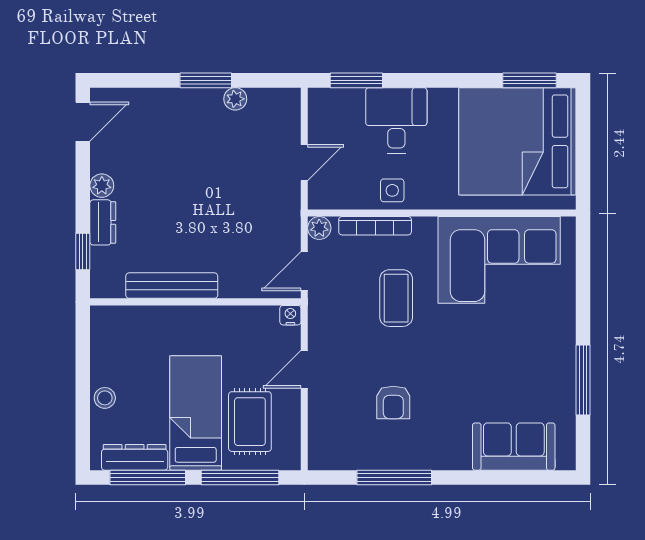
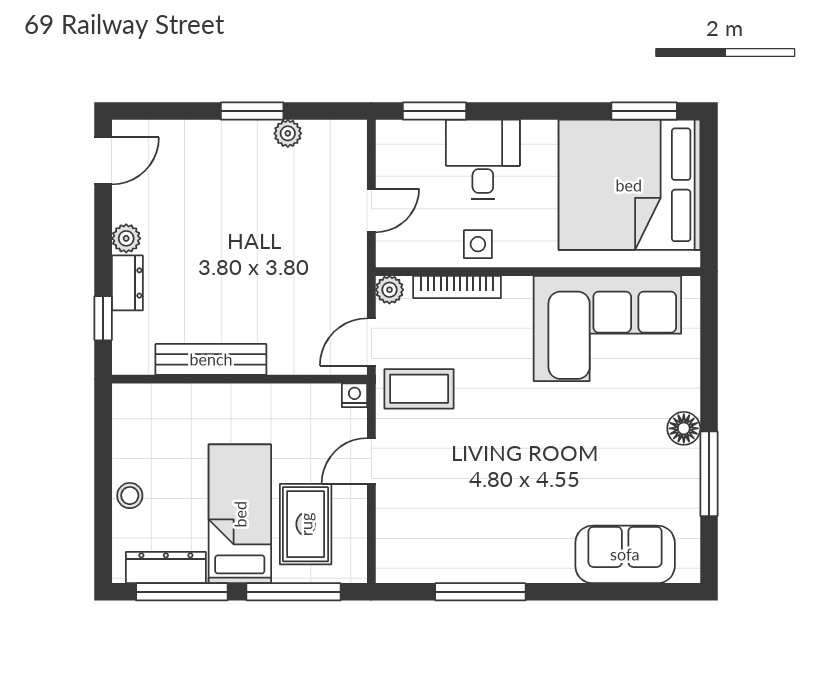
coffee table: (396, 298) -> (419, 389), moved, turned 90
floor lamp: (562, 343) -> (684, 428), added
armchair: (393, 402) -> (479, 501), removed

